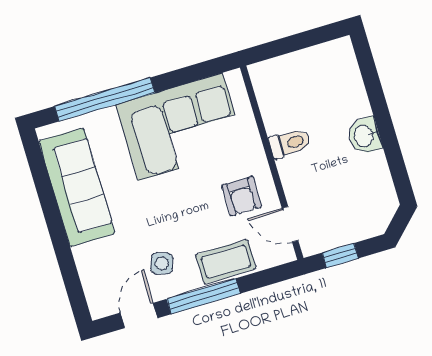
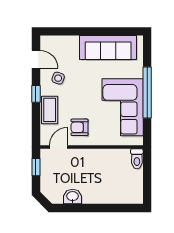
window: (105, 99) -> (147, 93), moved
washbasin: (364, 136) -> (73, 197), moved
toilet: (290, 143) -> (137, 159), moved
window: (203, 296) -> (36, 94), width x0.46

